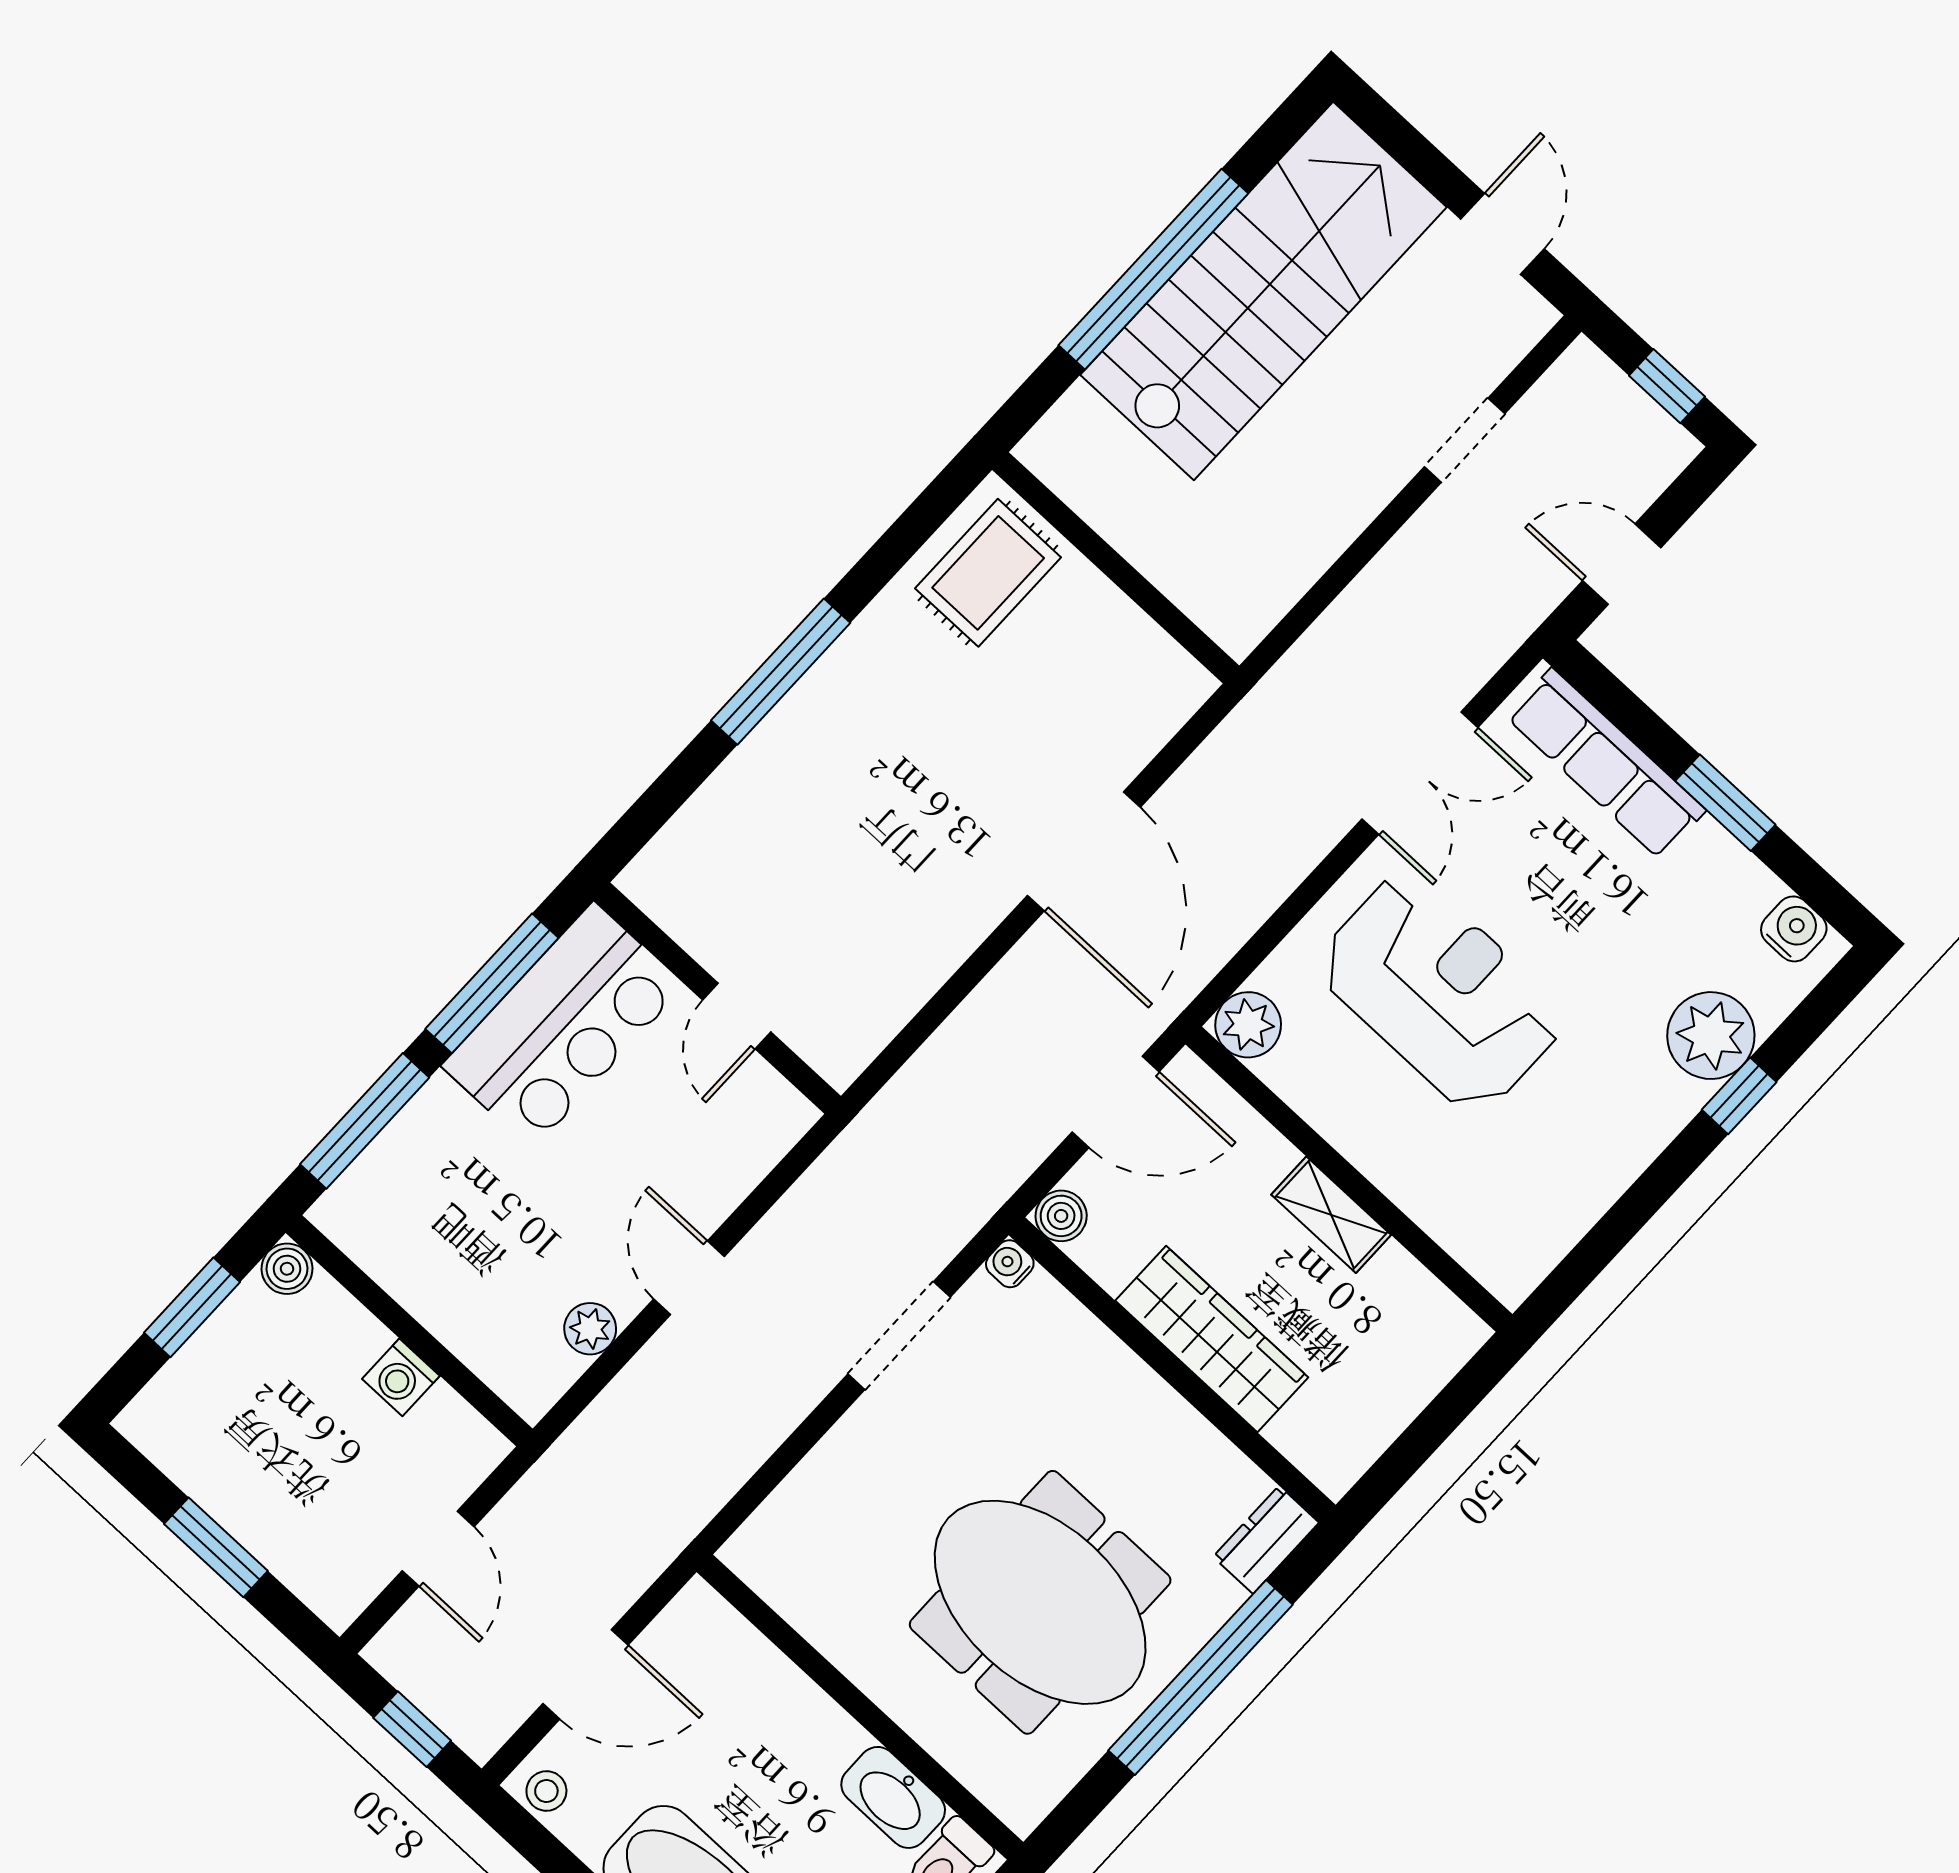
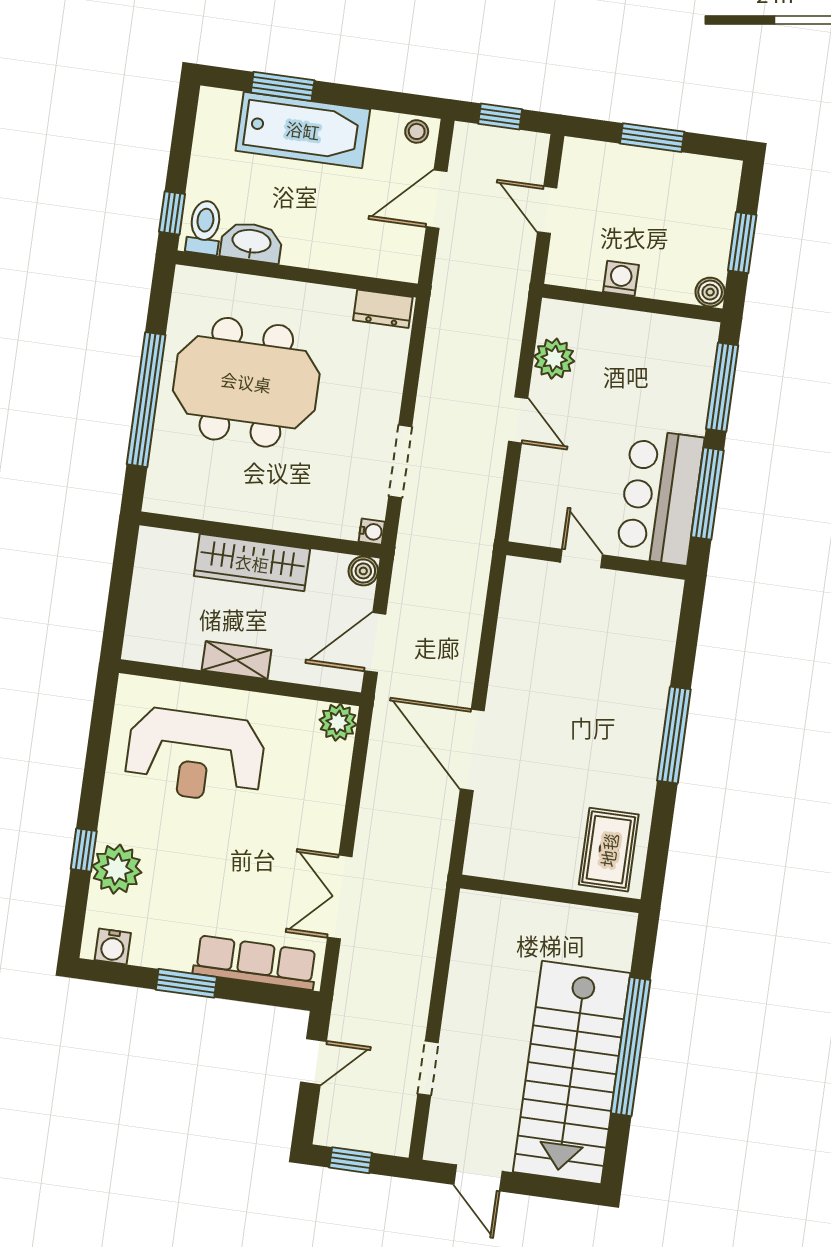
reception desk: (1441, 992) -> (195, 756), moved
plant: (590, 1329) -> (554, 359), width x1.38, depth x1.38
dresser: (1266, 1540) -> (383, 309), moved, turned 90

